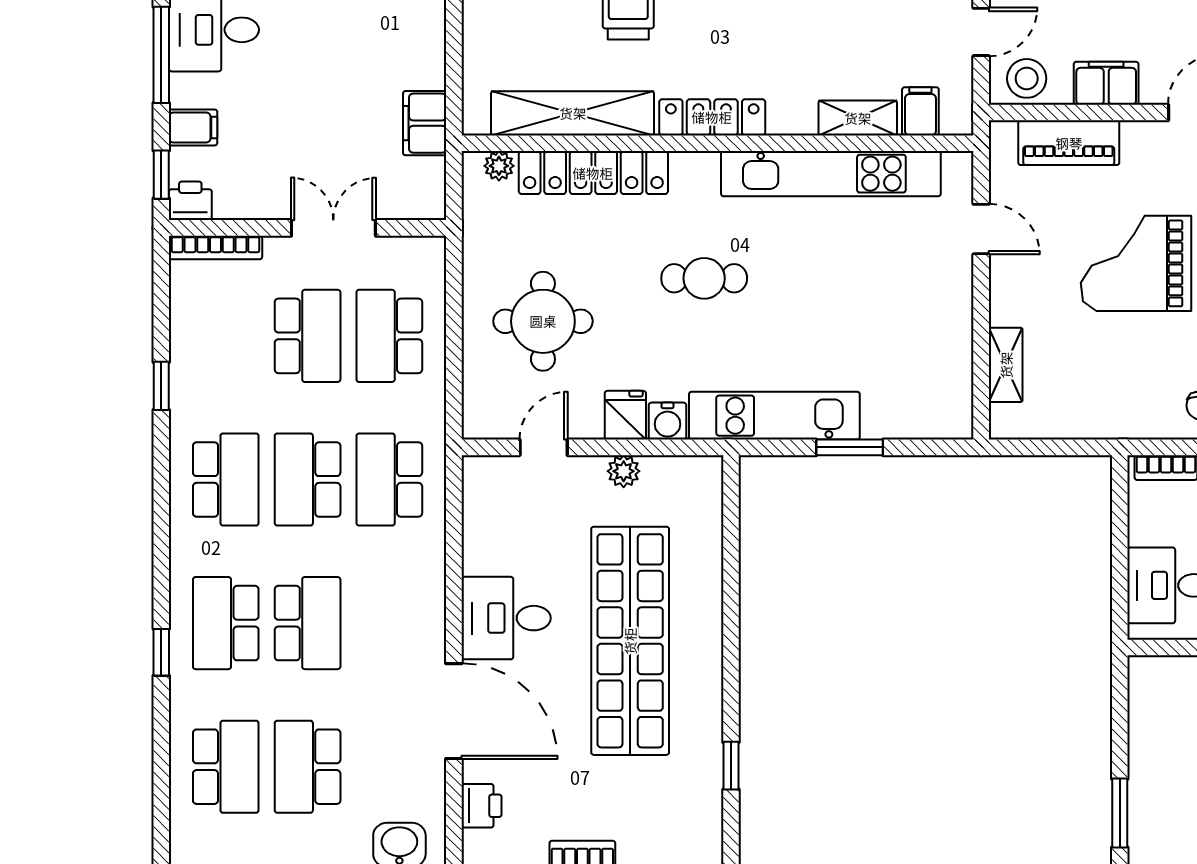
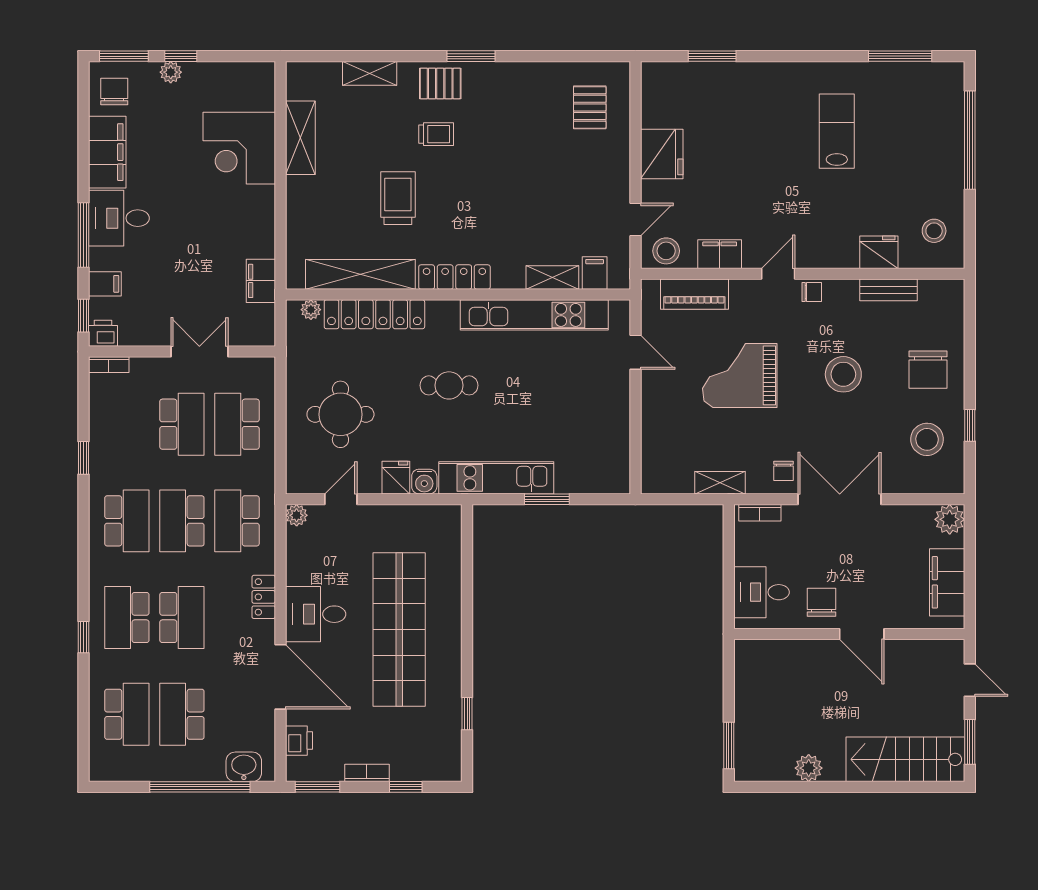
bookcase: (216, 248) -> (109, 365), width x0.64
shelving: (1006, 365) -> (720, 483), moved, turned 90
plant: (624, 471) -> (297, 515), moved
locker: (429, 592) -> (264, 597), added

